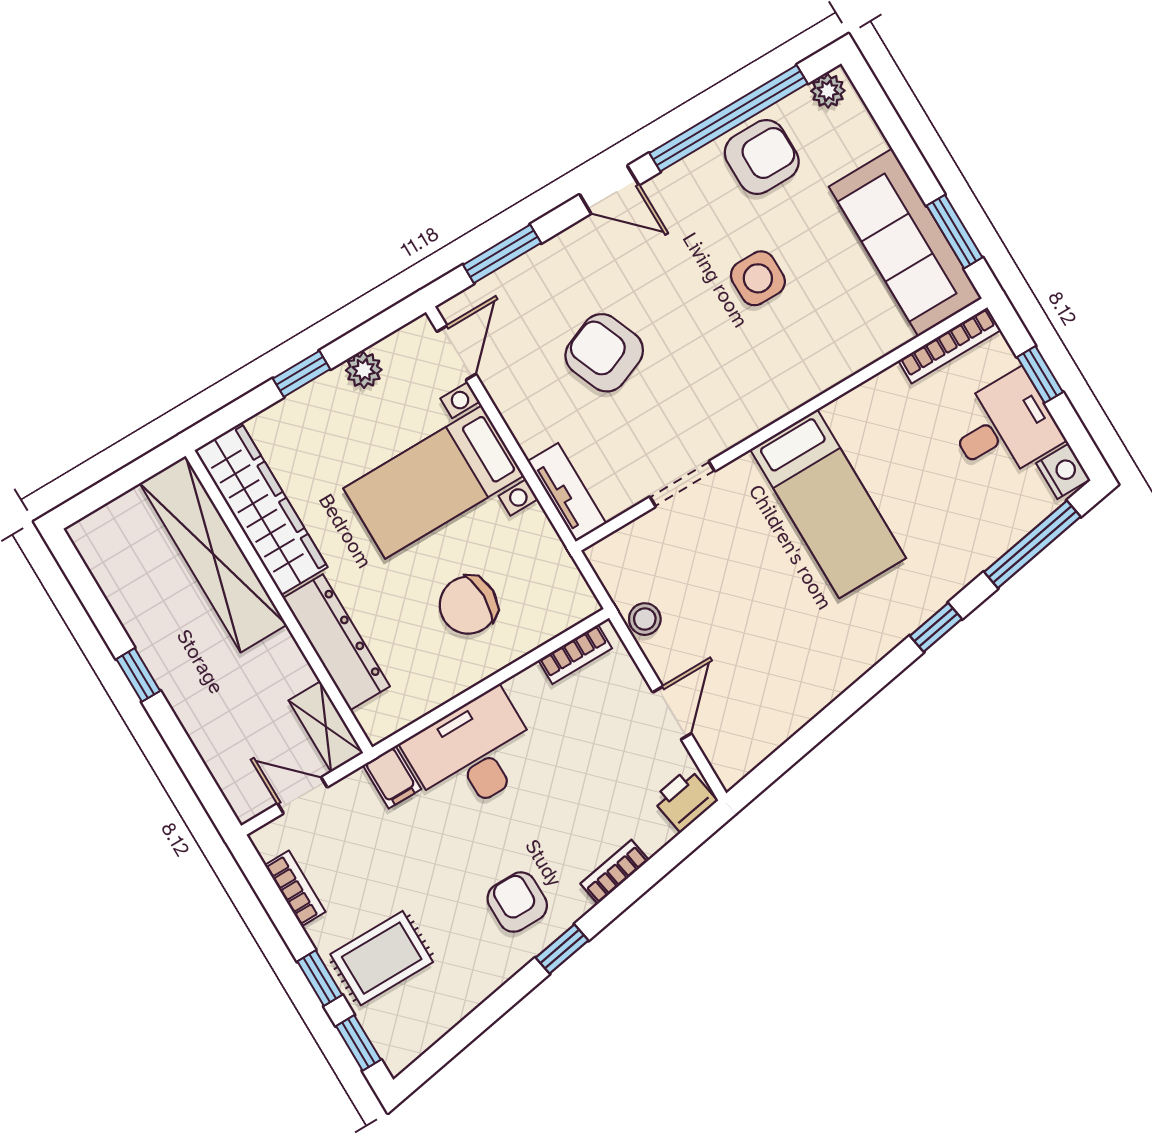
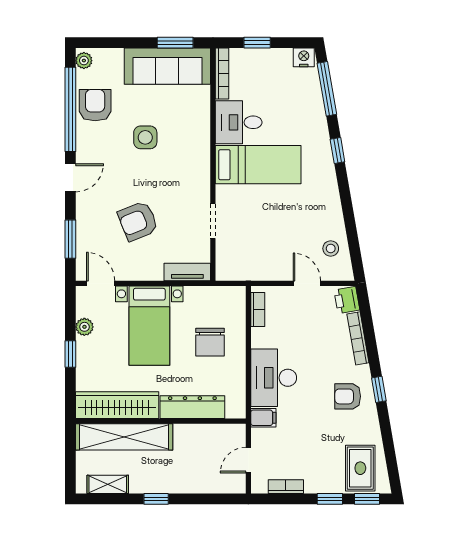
desk: (1004, 427) -> (239, 122), moved, turned -90
stool: (645, 619) -> (331, 248), moved
shelving: (326, 727) -> (108, 484), moved
bookcase: (615, 872) -> (358, 338), width x1.56
rug: (382, 958) -> (360, 468), moved

